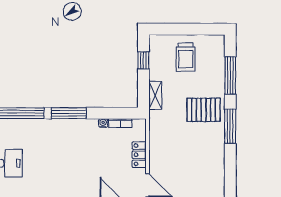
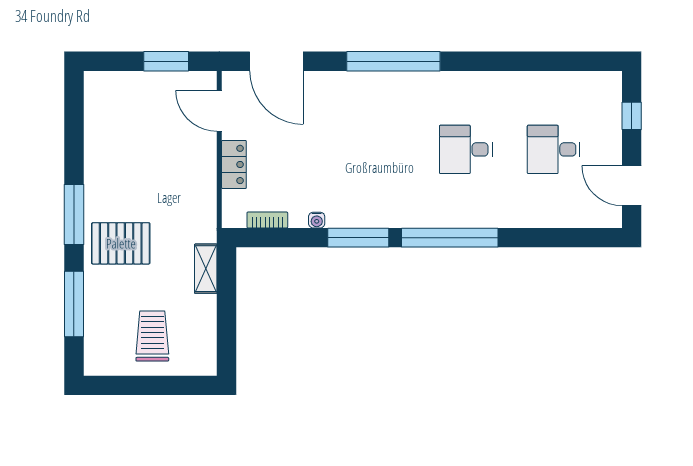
window: (143, 60) -> (226, 330), removed
water cooler: (103, 123) -> (317, 220), moved

